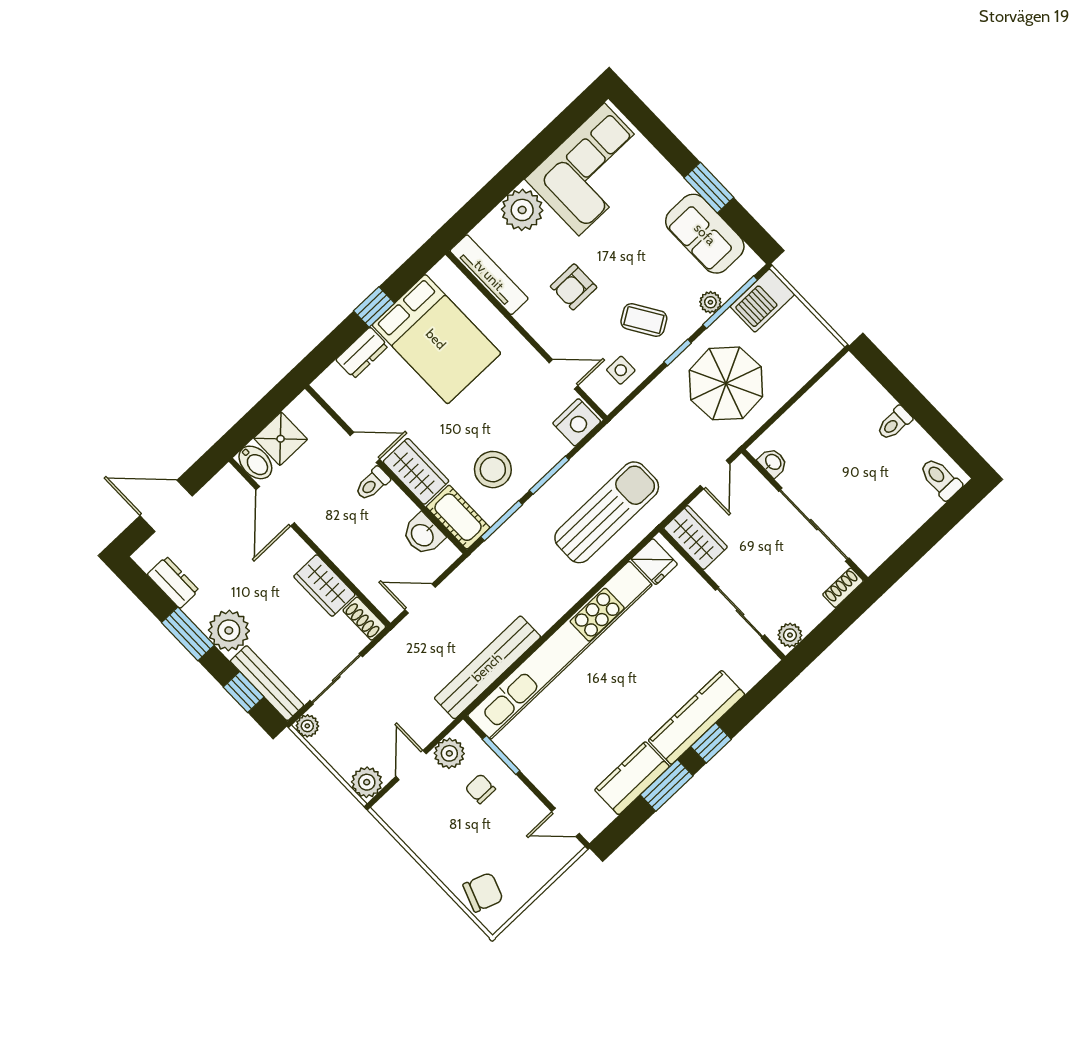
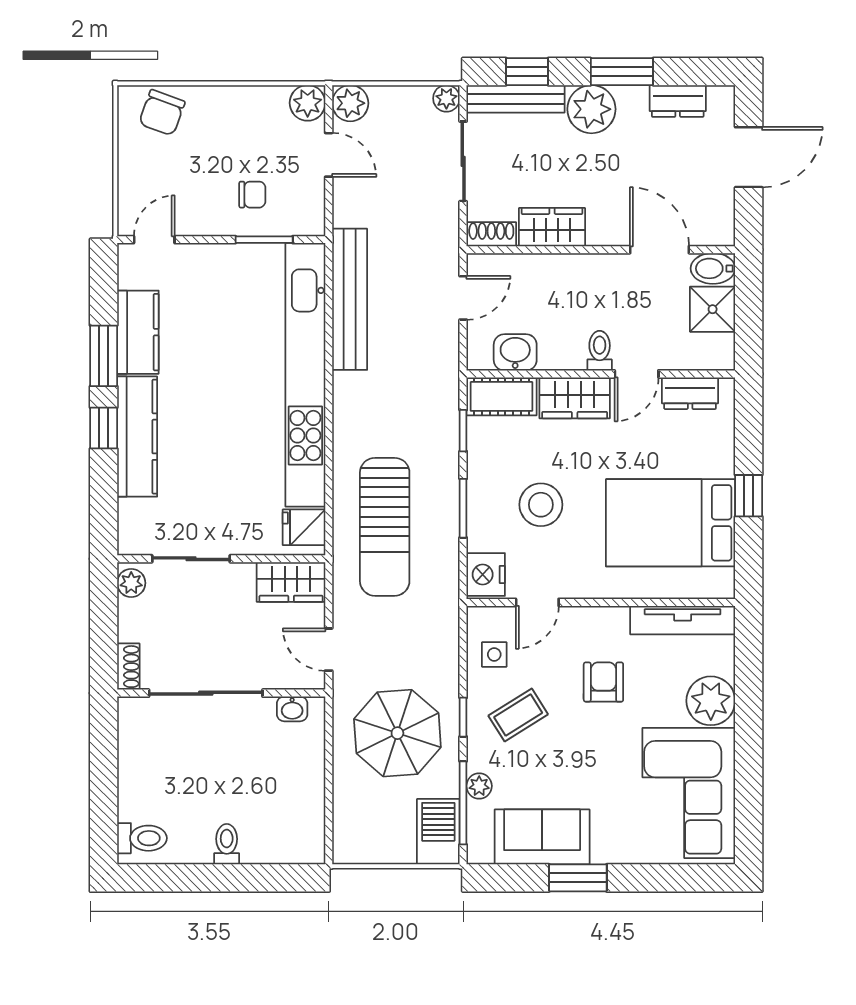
dresser: (362, 353) -> (690, 393), moved, turned -90
stool: (493, 470) -> (541, 505), moved
window: (502, 521) -> (463, 431), width x0.67
plant: (449, 753) -> (308, 103), moved

